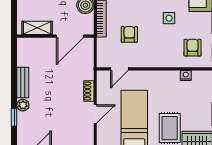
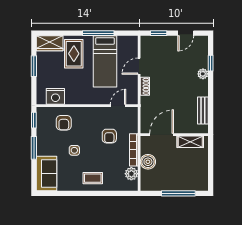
armchair: (193, 48) -> (64, 123), moved
nightstand: (186, 75) -> (55, 96), width x1.89, depth x1.79
bench: (23, 83) -> (203, 111), moved

